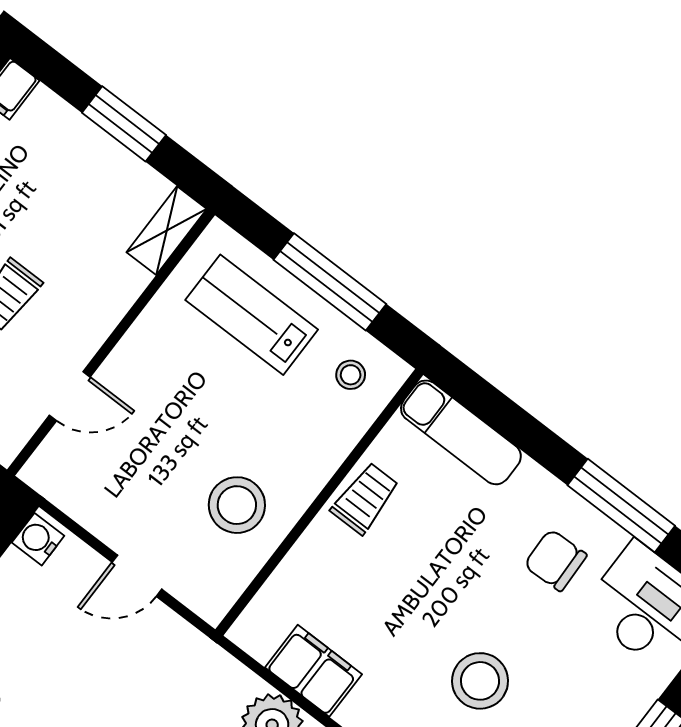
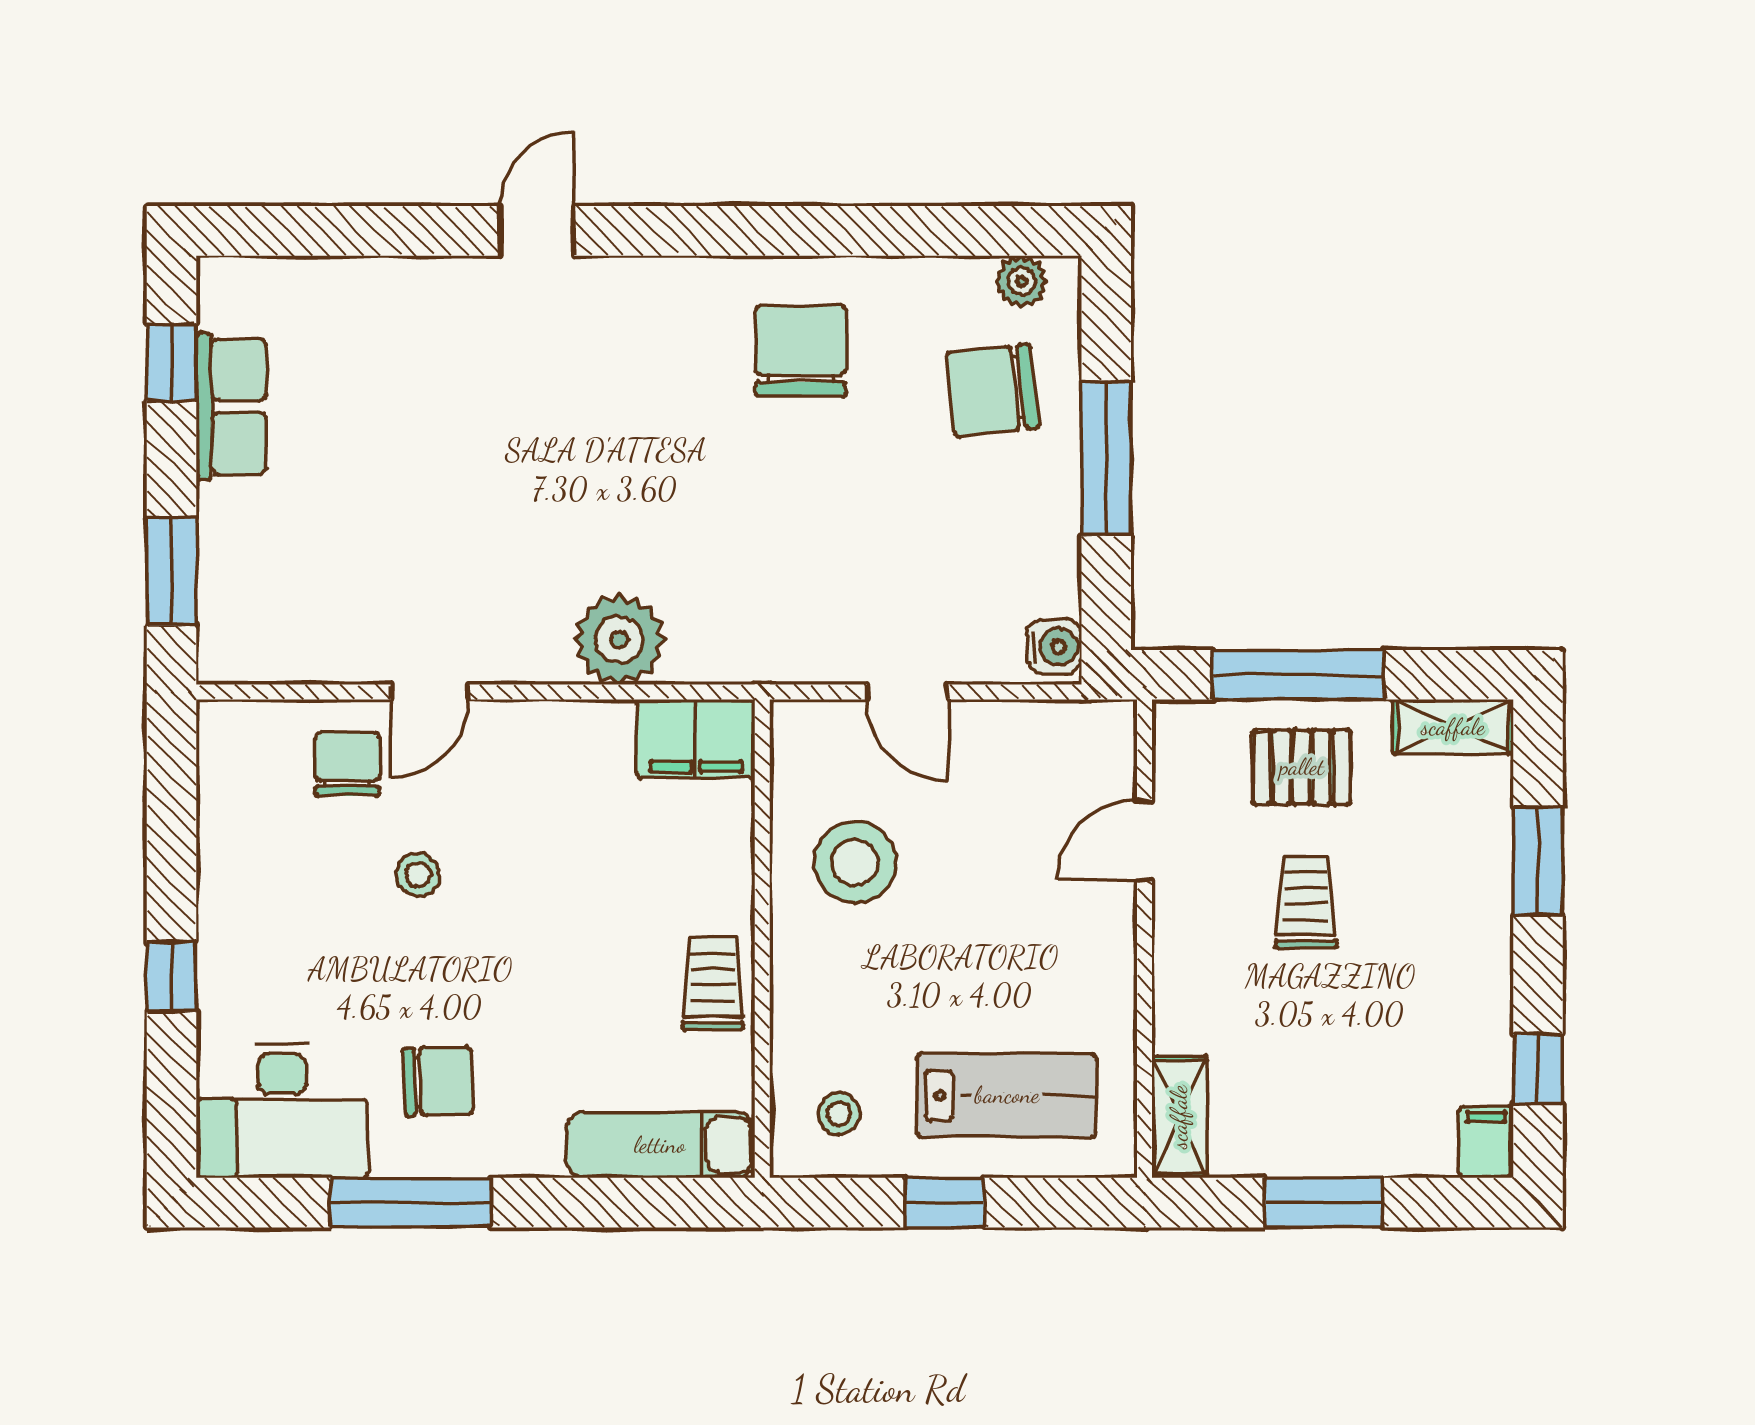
window: (330, 282) -> (945, 1203), width x0.46
trolley: (365, 498) -> (713, 984), turned 180
door: (137, 576) -> (908, 692), swing flipped
filing cabinet: (313, 671) -> (696, 739), moved
stool: (480, 681) -> (418, 875), width x0.53, depth x0.53

